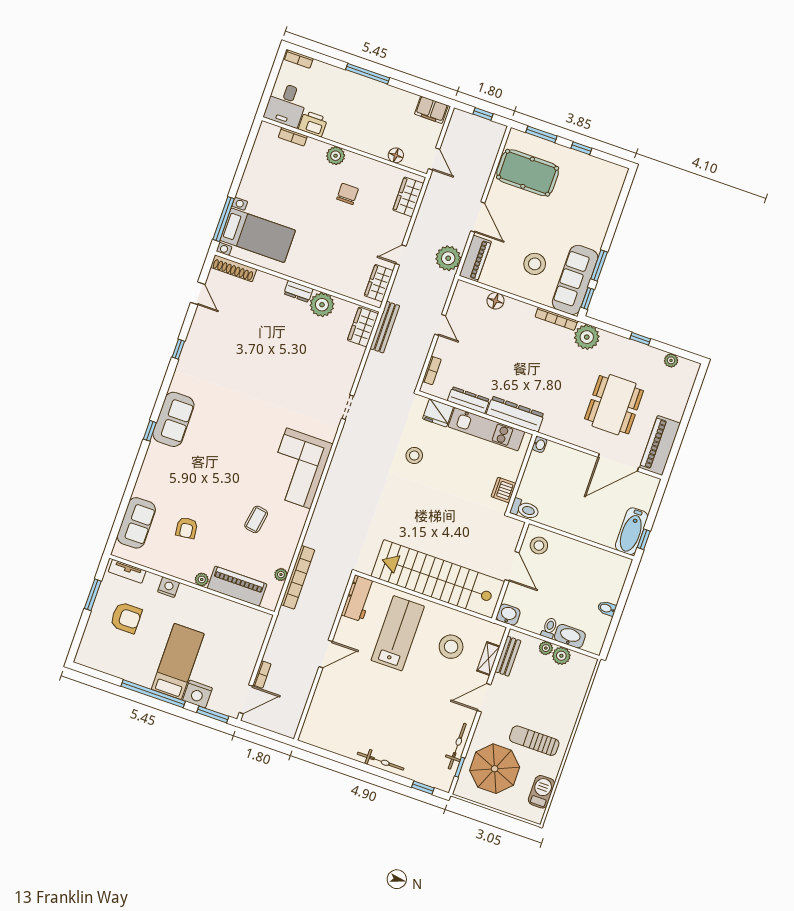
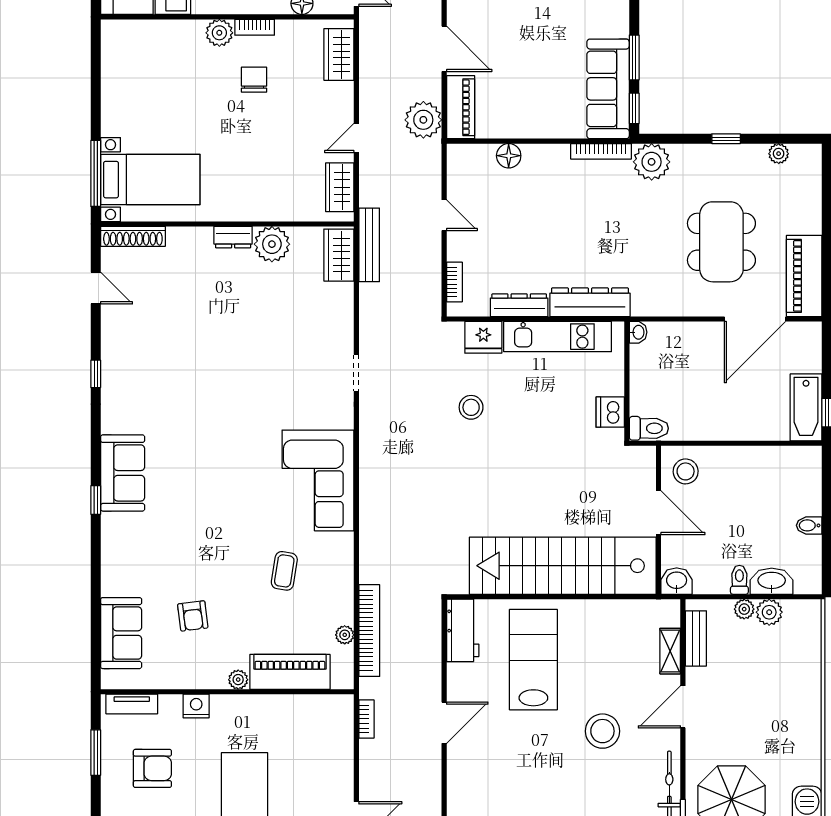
bookcase: (293, 137) -> (255, 27), moved
stool: (535, 264) -> (545, 86), removed
stool: (451, 647) -> (602, 731), moved
bookcase: (262, 674) -> (366, 719), moved
sun lounger: (534, 741) -> (773, 742), removed

